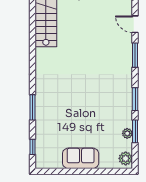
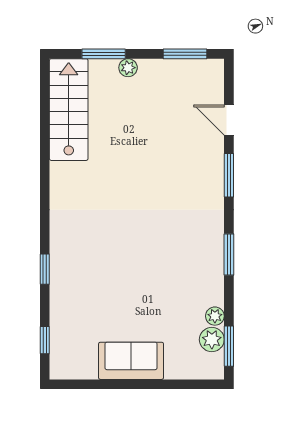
window: (33, 107) -> (45, 269), width x0.67
window: (135, 131) -> (229, 346), moved
plant: (126, 158) -> (212, 340), moved

